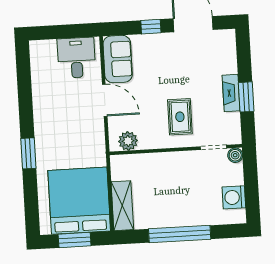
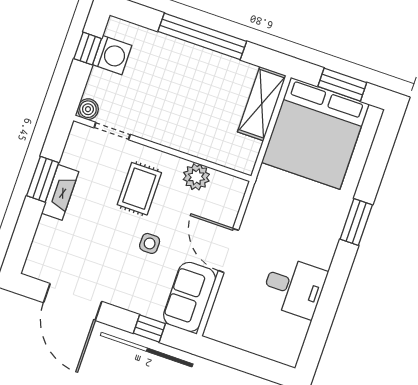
window: (151, 27) -> (149, 328), moved
desk: (76, 58) -> (294, 287), moved, turned -90
side table: (158, 84) -> (150, 243), added
plant: (128, 141) -> (196, 177), moved
window: (252, 195) -> (88, 49), added

